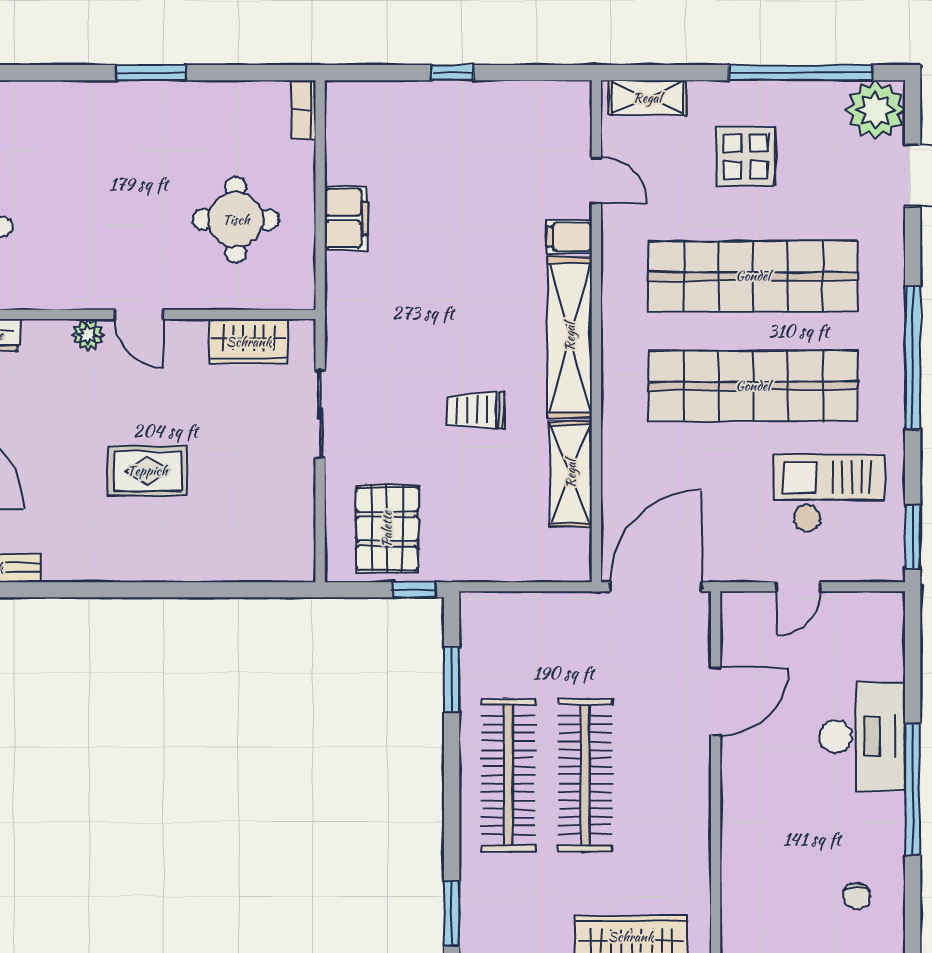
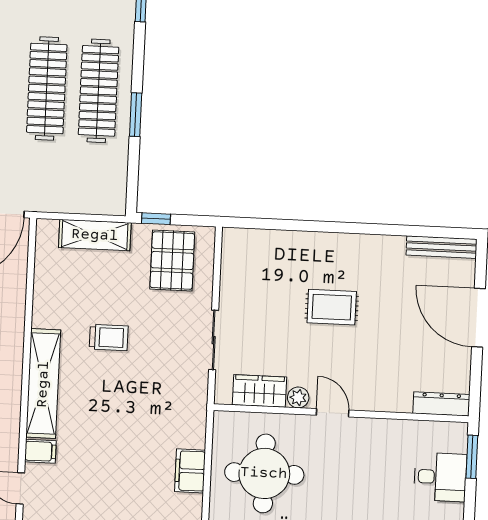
round table: (236, 220) -> (264, 473), width x1.36, depth x1.36
plant: (88, 335) -> (298, 397), moved
shelving: (571, 474) -> (95, 235), moved, turned 90
window: (452, 679) -> (136, 115), moved

